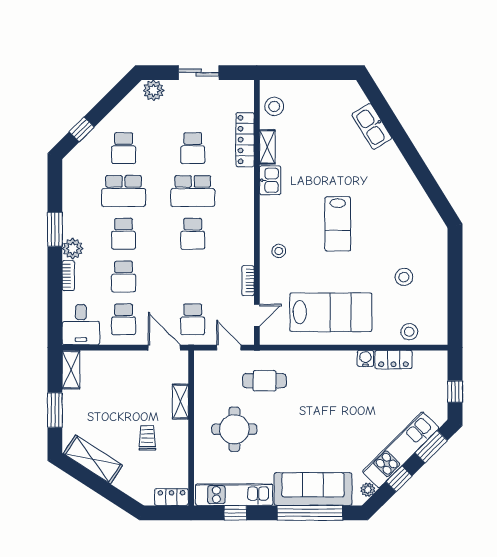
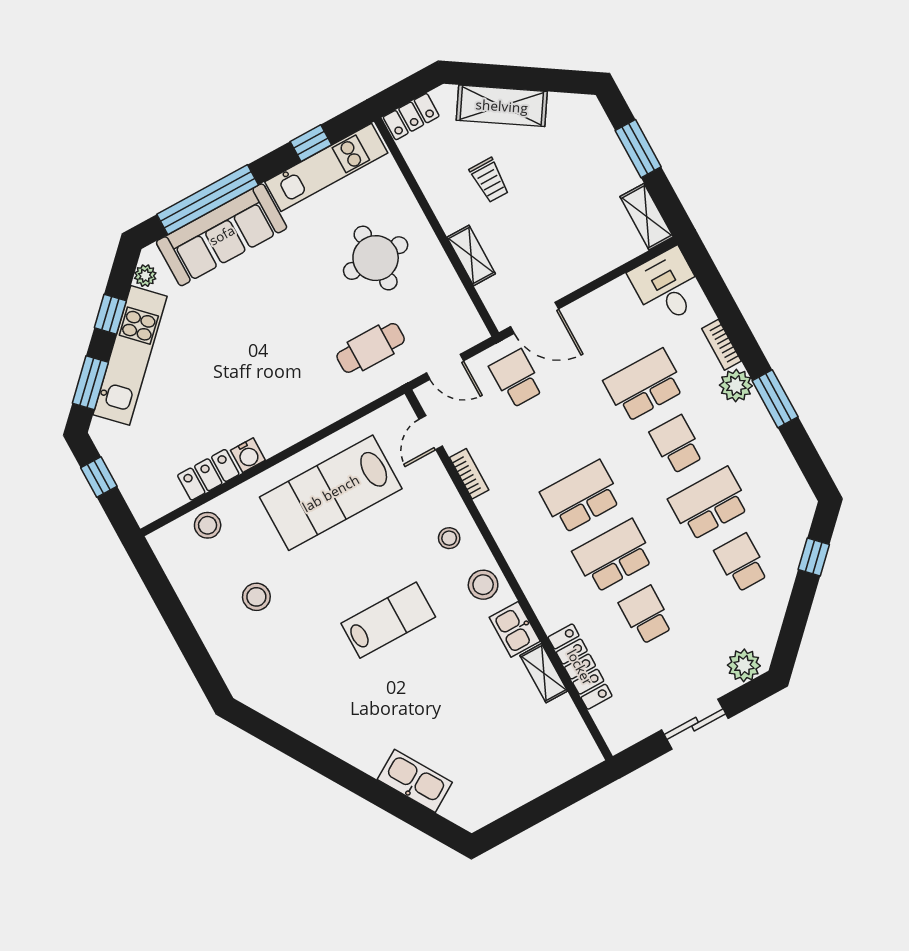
stool: (274, 106) -> (483, 585), moved
lab bench: (338, 224) -> (388, 620), turned 90
school desk: (193, 234) -> (581, 497), width x1.85
school desk: (124, 276) -> (644, 385), width x1.85
school desk: (124, 319) -> (612, 326), removed
shelving: (93, 459) -> (502, 106), moved

